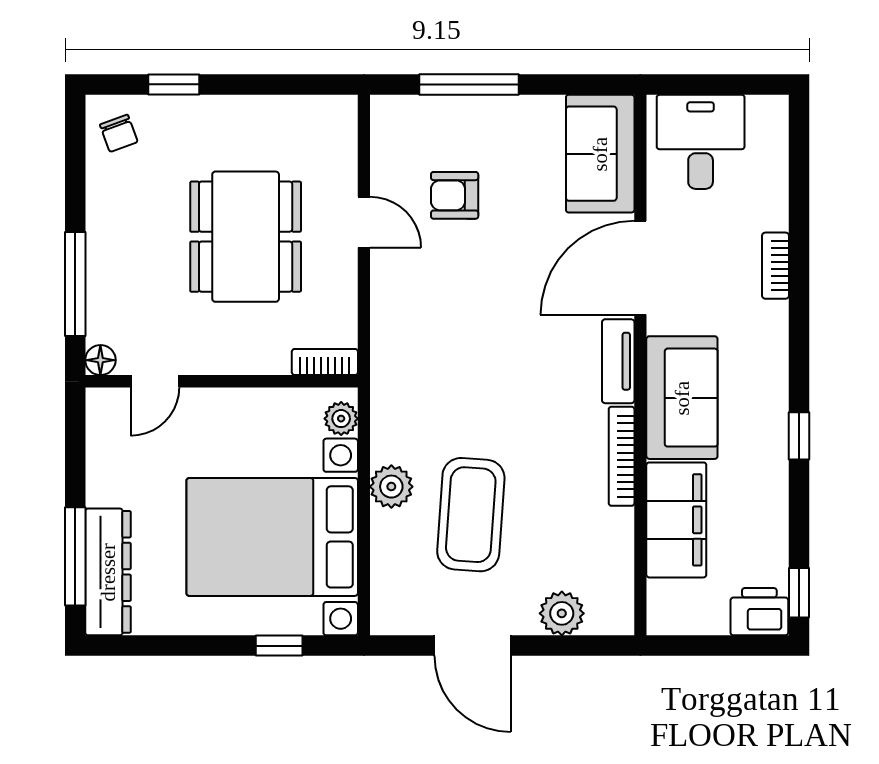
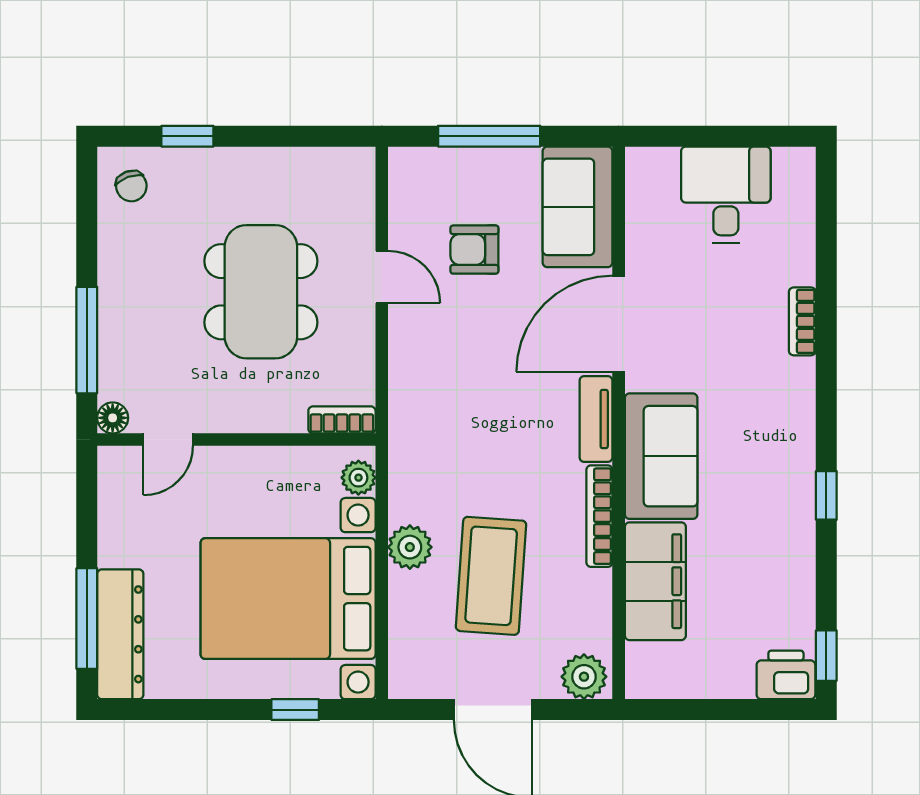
sofa: (600, 154) -> (577, 207), moved
door: (640, 268) -> (619, 324), moved
tv unit: (618, 361) -> (596, 419), moved
wall: (640, 365) -> (619, 423), moved
sofa: (682, 398) -> (661, 456), moved
bookcase: (622, 456) -> (599, 516), moved
filing cabinet: (676, 520) -> (655, 581), moved

